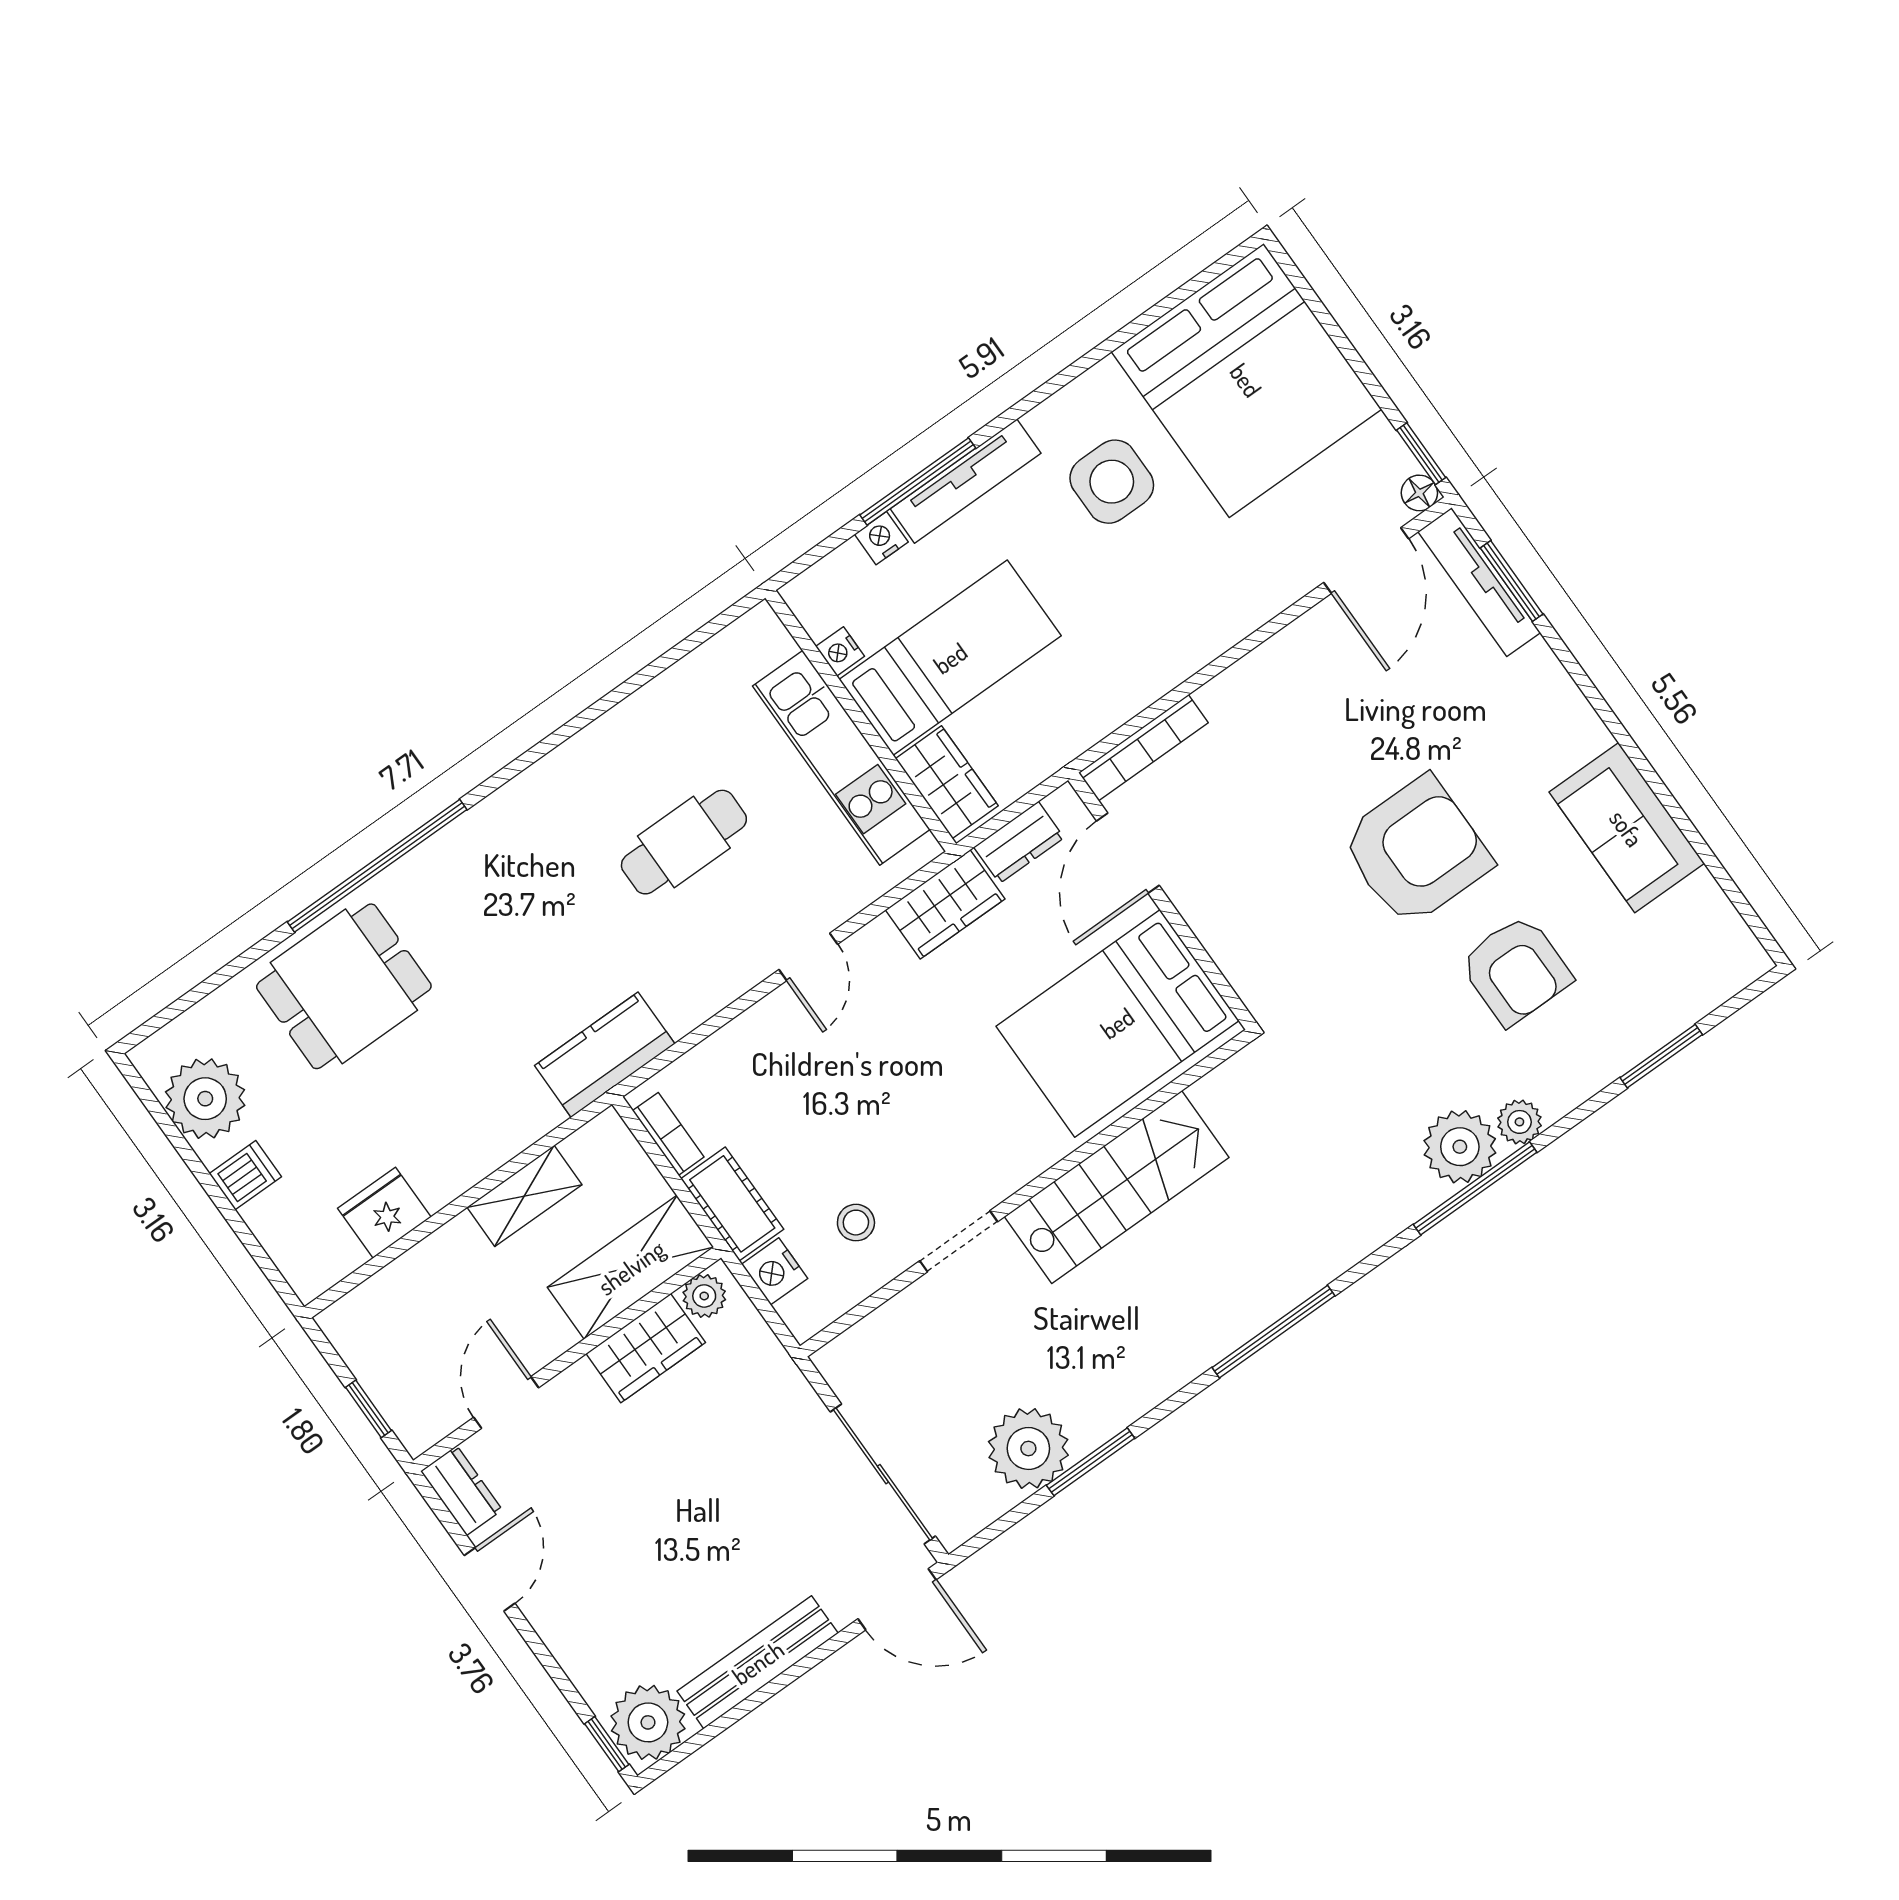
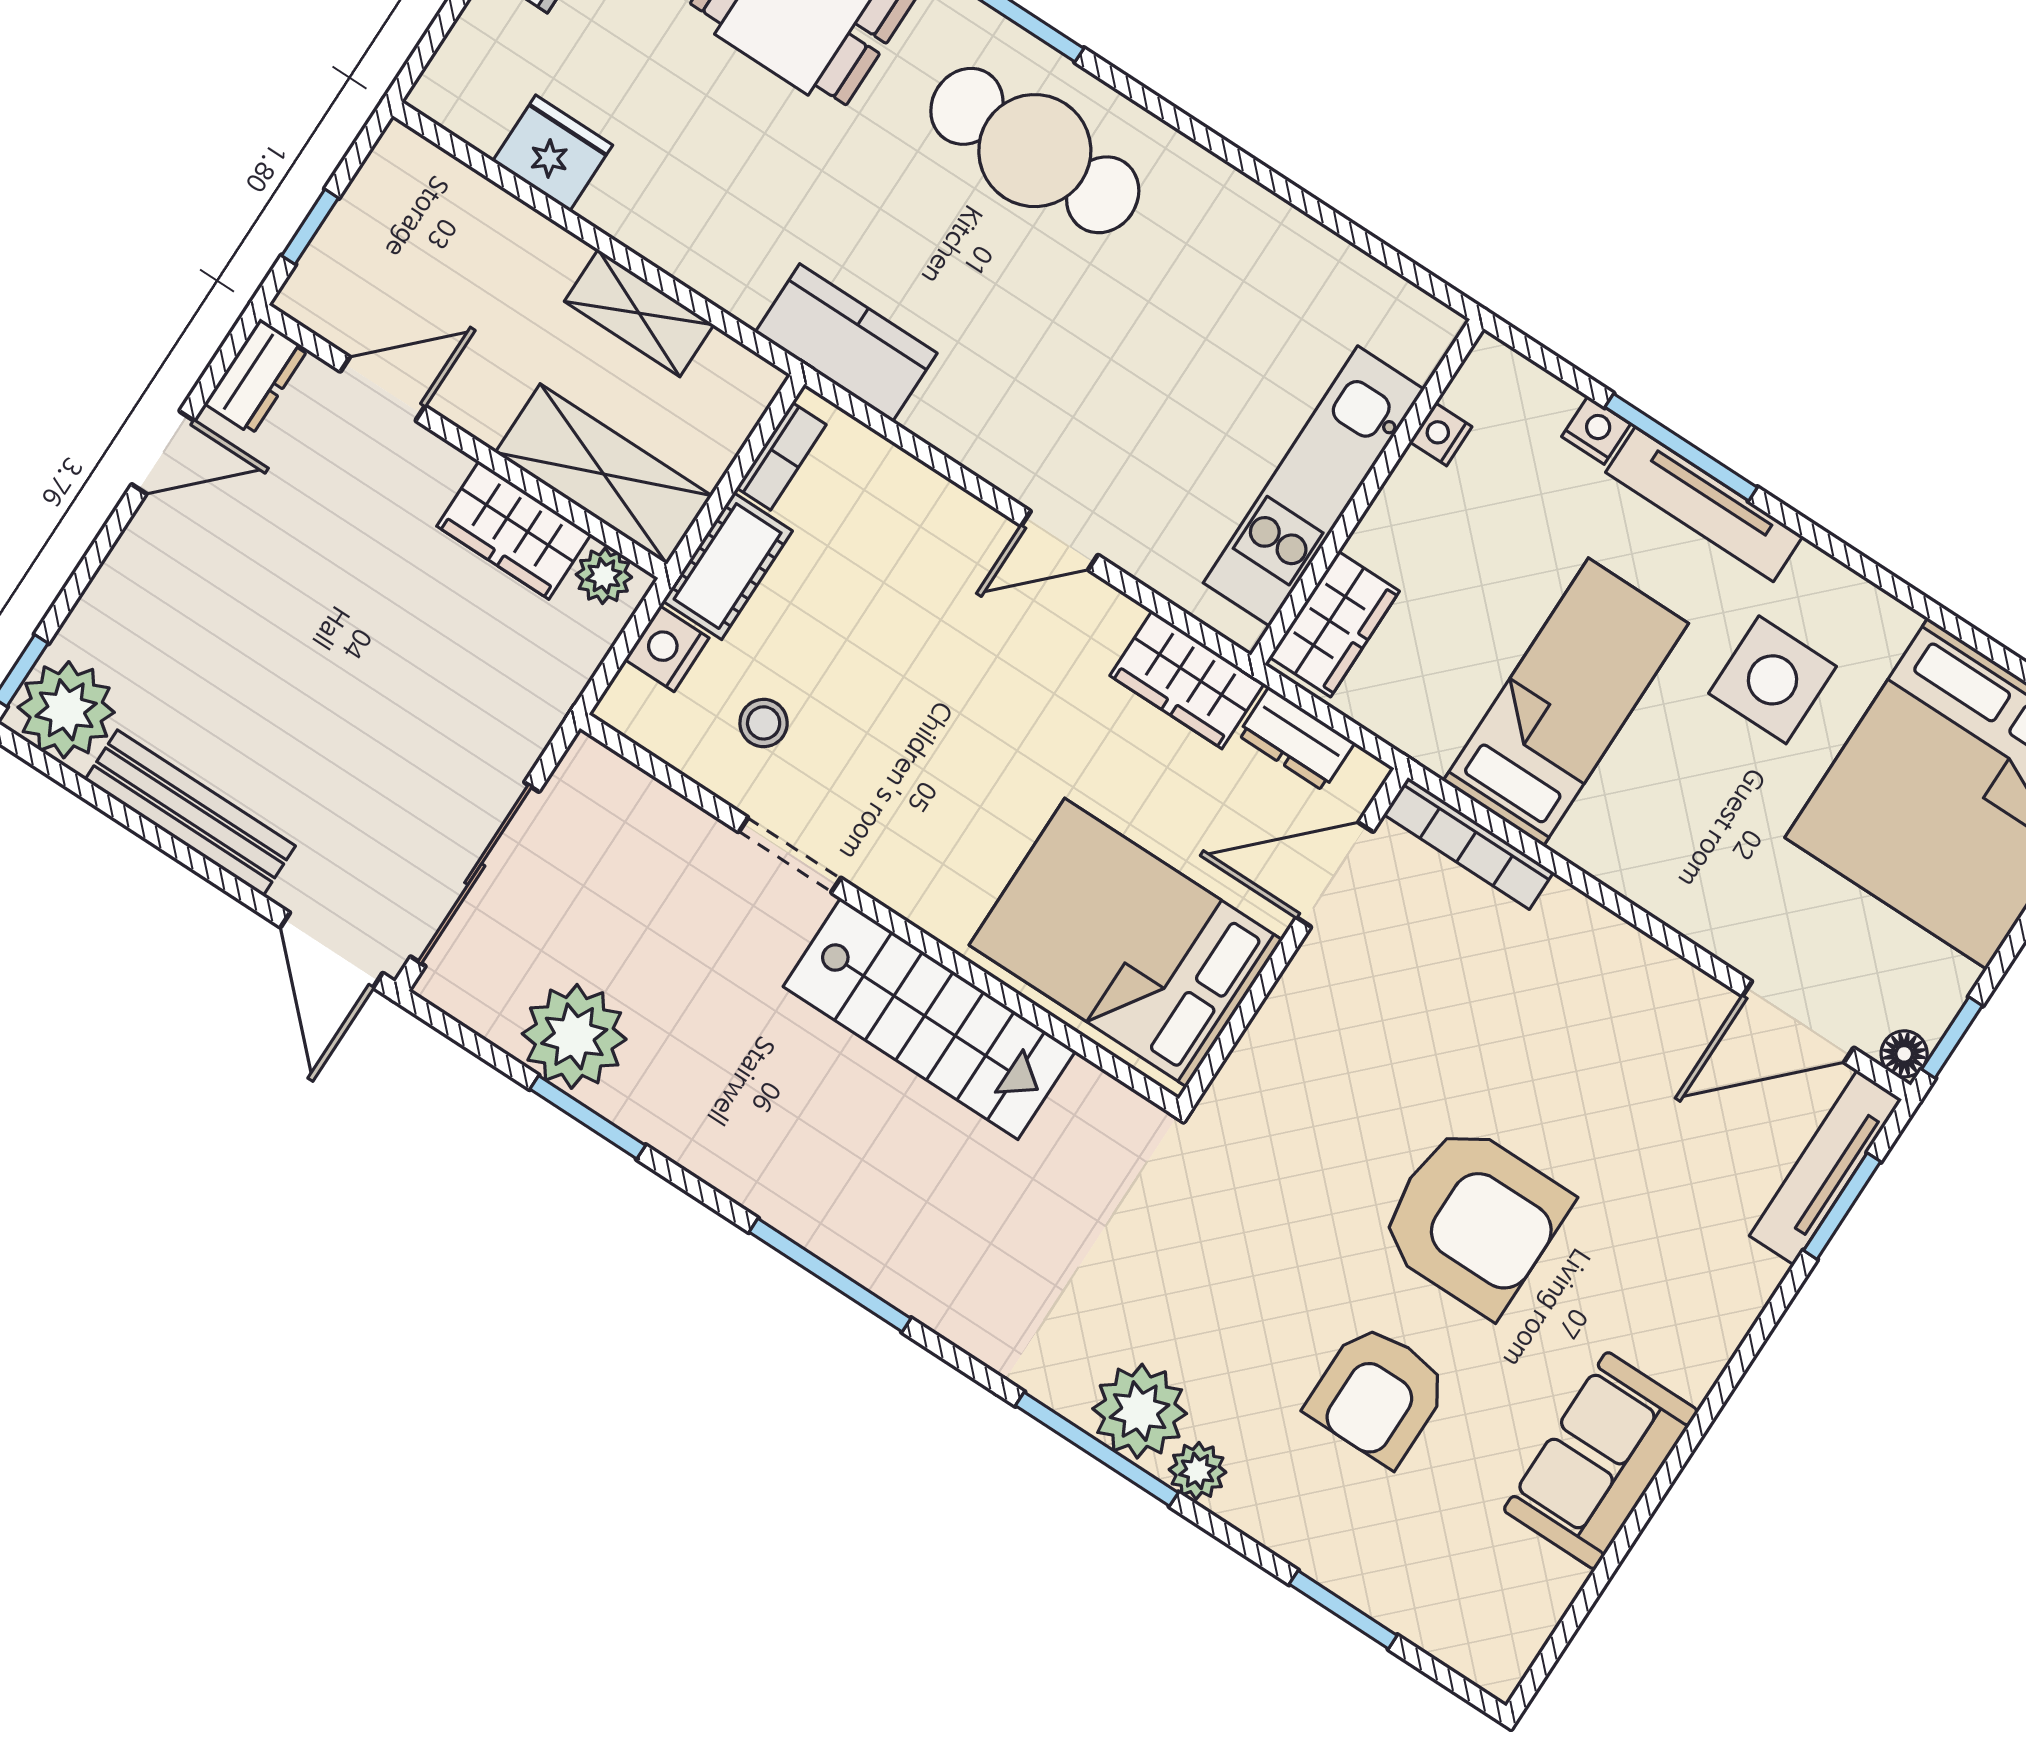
bed: (950, 658) -> (1566, 702), moved, turned -90
cafe table: (684, 842) -> (1035, 151), moved, width x1.37, depth x1.35

